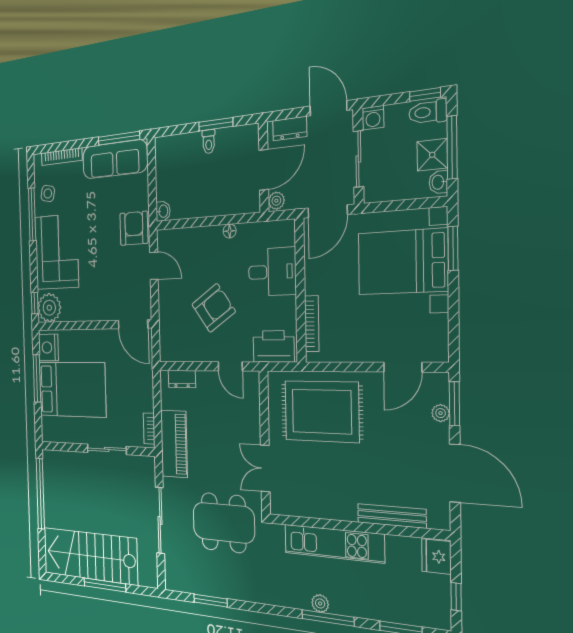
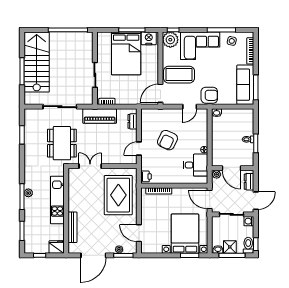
desk: (272, 272) -> (196, 165), moved, turned -90
coffee table: (102, 289) -> (179, 75), added
armchair: (214, 308) -> (167, 140), turned 60
printer: (274, 346) -> (146, 176), width x0.53, depth x0.68

